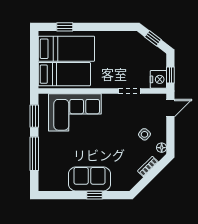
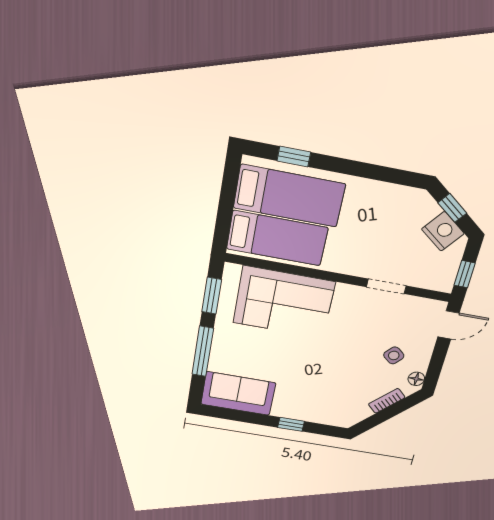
nightstand: (158, 79) -> (443, 231), moved, turned -53
sofa: (89, 179) -> (238, 394), moved

